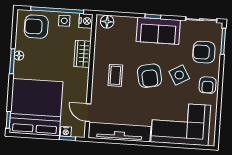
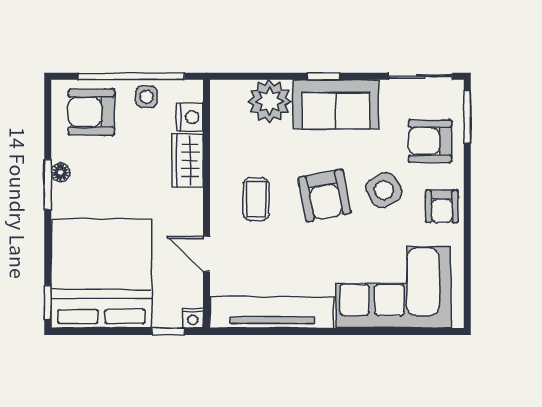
nightstand: (86, 21) -> (190, 117), moved
floor lamp: (107, 22) -> (232, 93), removed
plant: (125, 27) -> (269, 101), added
door: (88, 113) -> (207, 254), moved
nightstand: (66, 132) -> (193, 318), moved

